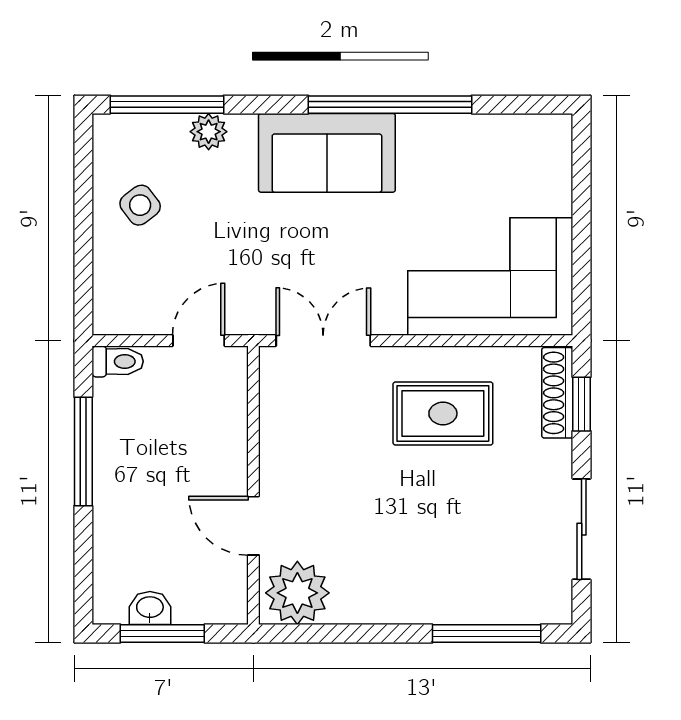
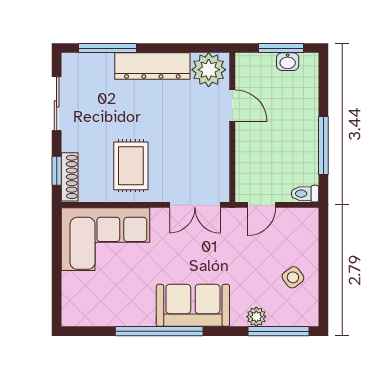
rug: (443, 413) -> (131, 166), turned 90
dresser: (403, 600) -> (152, 66), added

